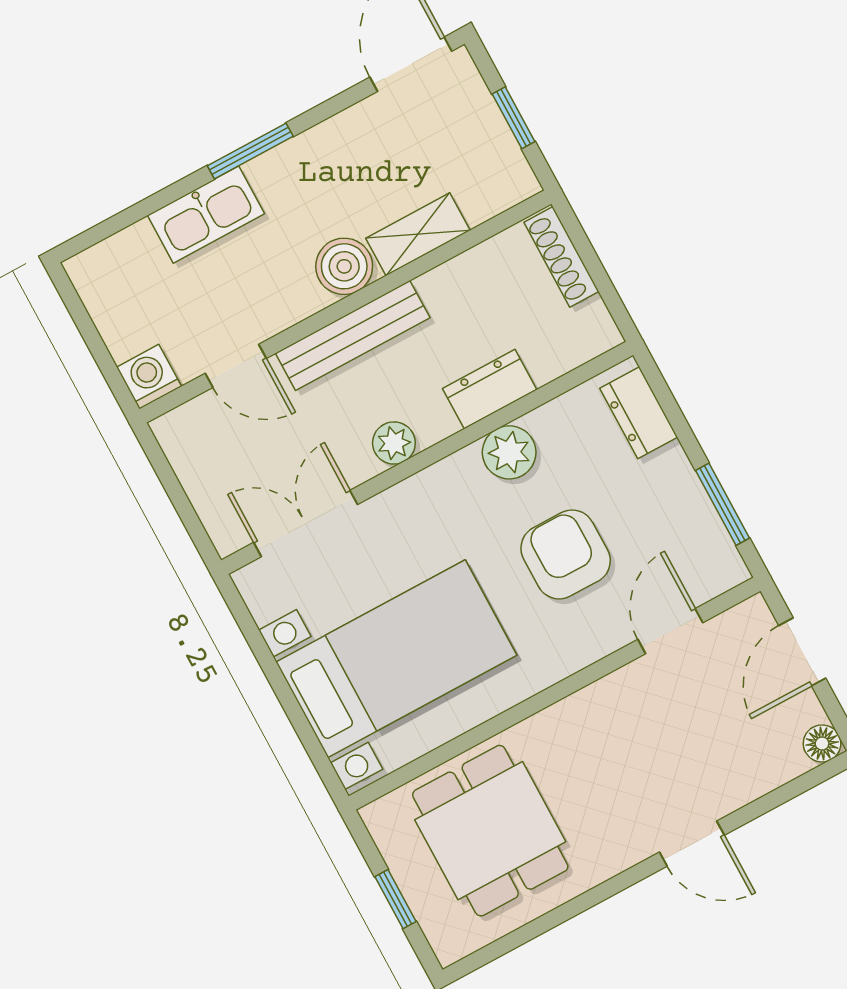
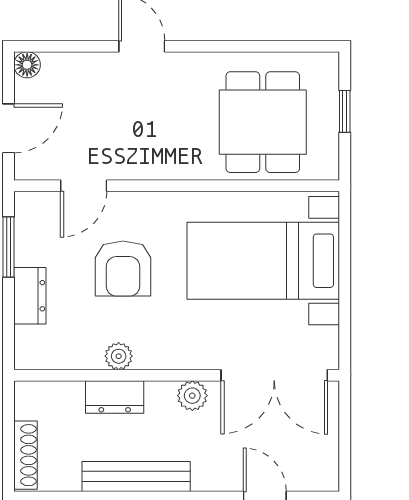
bench: (353, 336) -> (136, 476), moved
dresser: (639, 413) -> (30, 296), moved
plant: (509, 452) -> (119, 356), width x0.73, depth x0.73
double door: (306, 523) -> (274, 375), width x1.37

